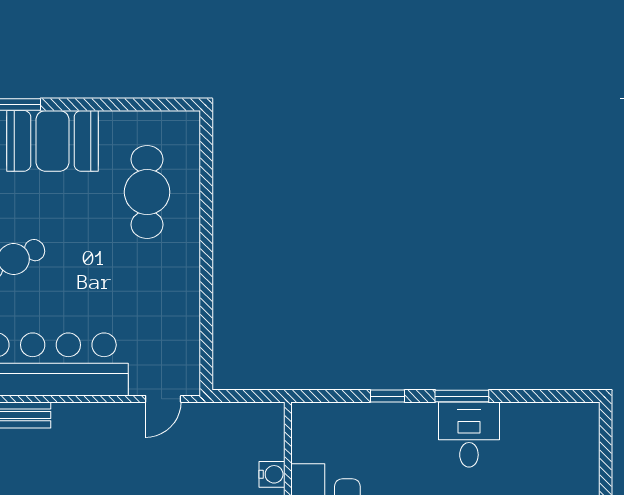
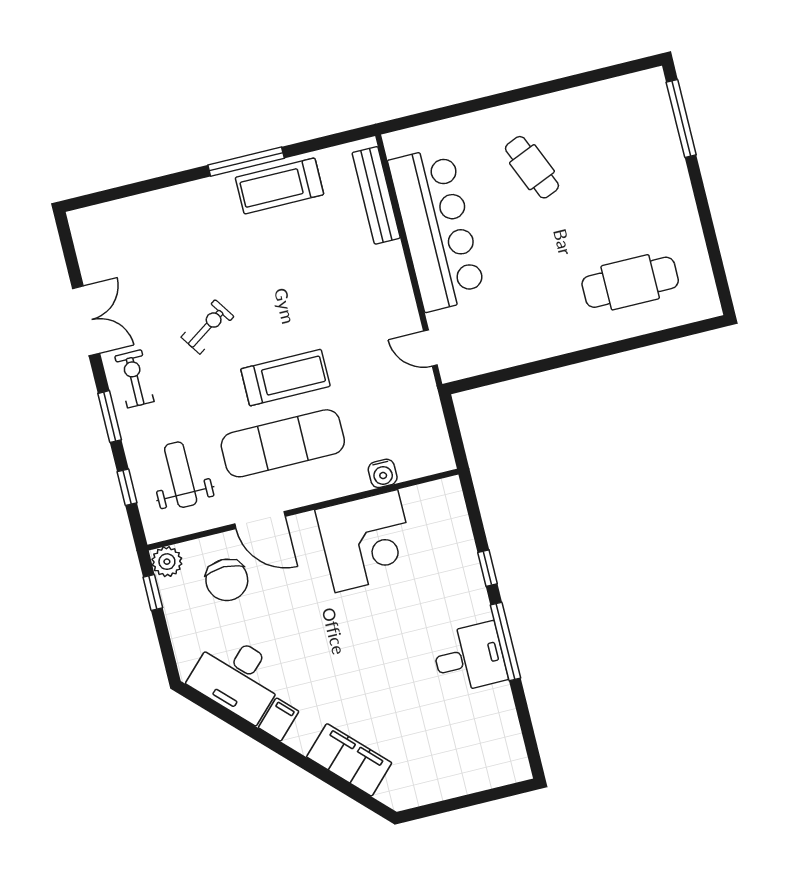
booth: (52, 141) -> (658, 177), removed
window: (462, 396) -> (506, 641), width x1.44

